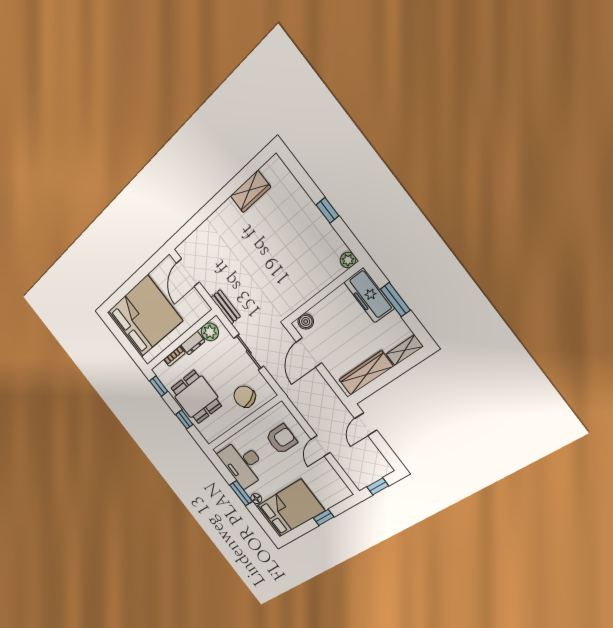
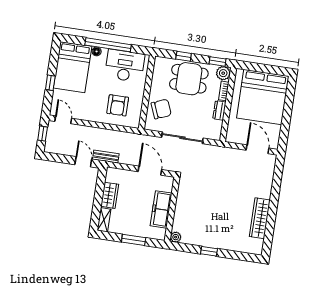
wardrobe: (250, 191) -> (260, 218), width x1.50
freezer: (369, 295) -> (161, 209), moved, turned -90
bench: (226, 307) -> (106, 157), moved
boiler: (306, 321) -> (167, 186), removed
plant: (210, 332) -> (223, 73), moved
sliding door: (249, 352) -> (182, 138), width x1.37
wardrobe: (366, 373) -> (110, 195), width x0.67
door: (321, 446) -> (63, 120), moved
window: (241, 493) -> (108, 45), width x2.11

